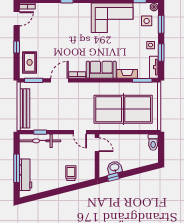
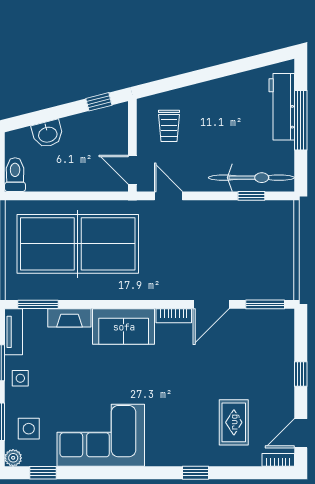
rug: (30, 62) -> (234, 422), moved
bench: (25, 108) -> (284, 246), removed
washbasin: (115, 168) -> (48, 134), moved
trolley: (71, 173) -> (169, 126), moved

